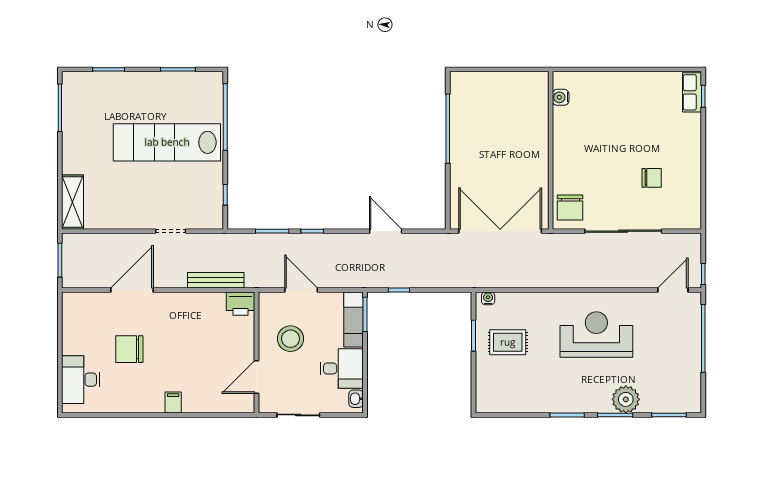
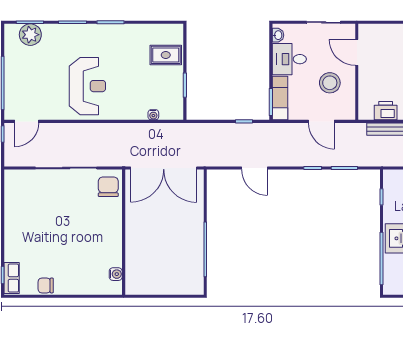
chair: (652, 178) -> (46, 285), moved
water cooler: (488, 298) -> (153, 115), moved
printer: (240, 304) -> (386, 111), moved
reception desk: (596, 335) -> (87, 86), turned -90
rug: (508, 342) -> (166, 55), moved
door: (257, 377) -> (357, 52), swing flipped
plant: (626, 399) -> (30, 35), moved

